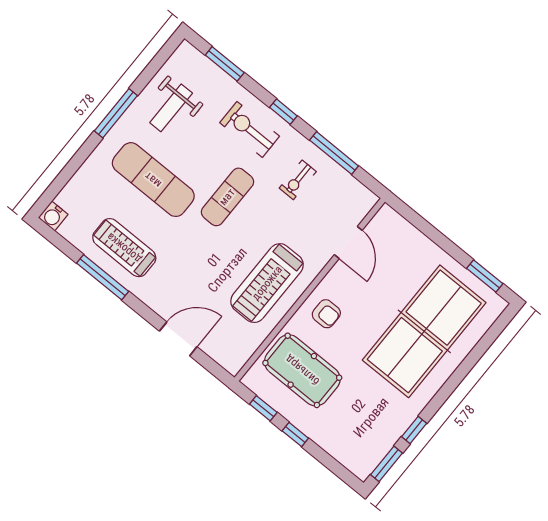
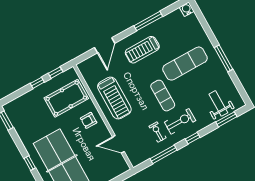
weight bench: (171, 108) -> (218, 103), moved
exercise bike: (250, 129) -> (180, 121), moved
treadmill: (124, 248) -> (142, 50), moved, turned 180
treadmill: (267, 283) -> (114, 98), turned 180
window: (414, 430) -> (30, 163), moved

